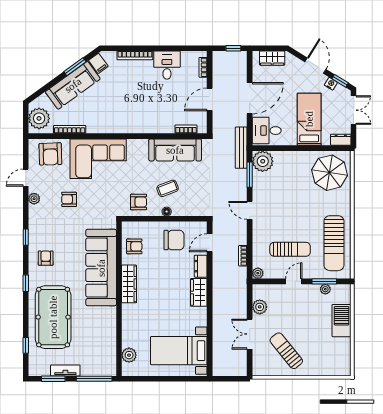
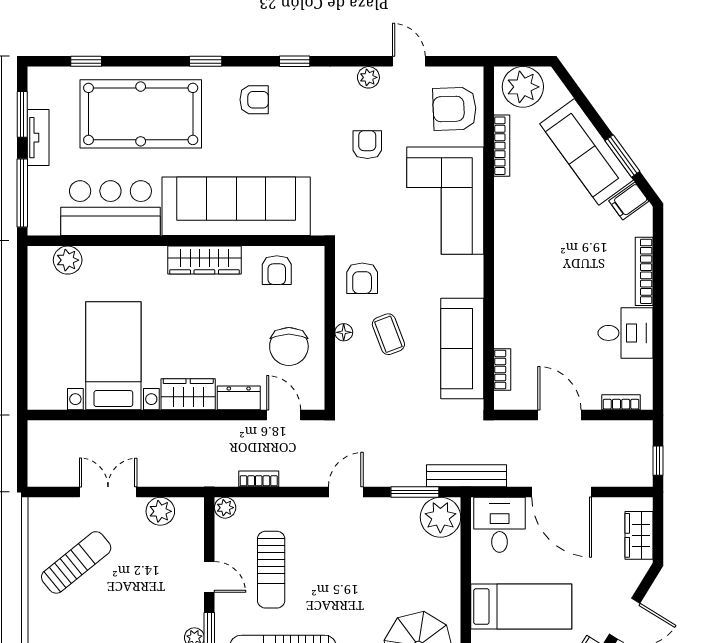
bar counter: (102, 333) -> (110, 208), added
bed with nightstands: (179, 351) -> (113, 356), moved

